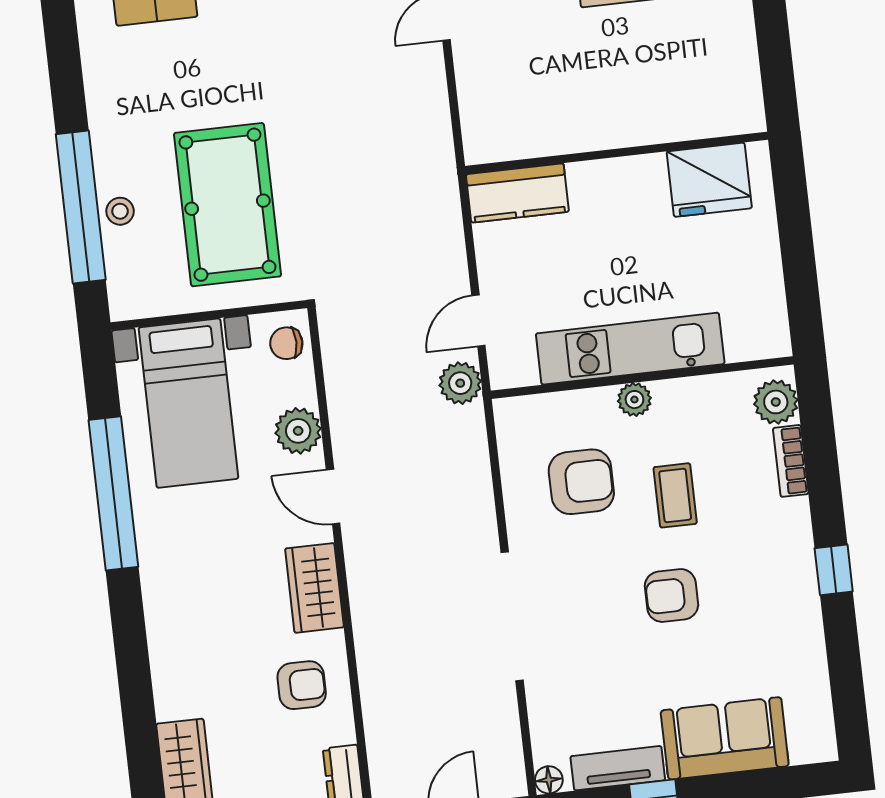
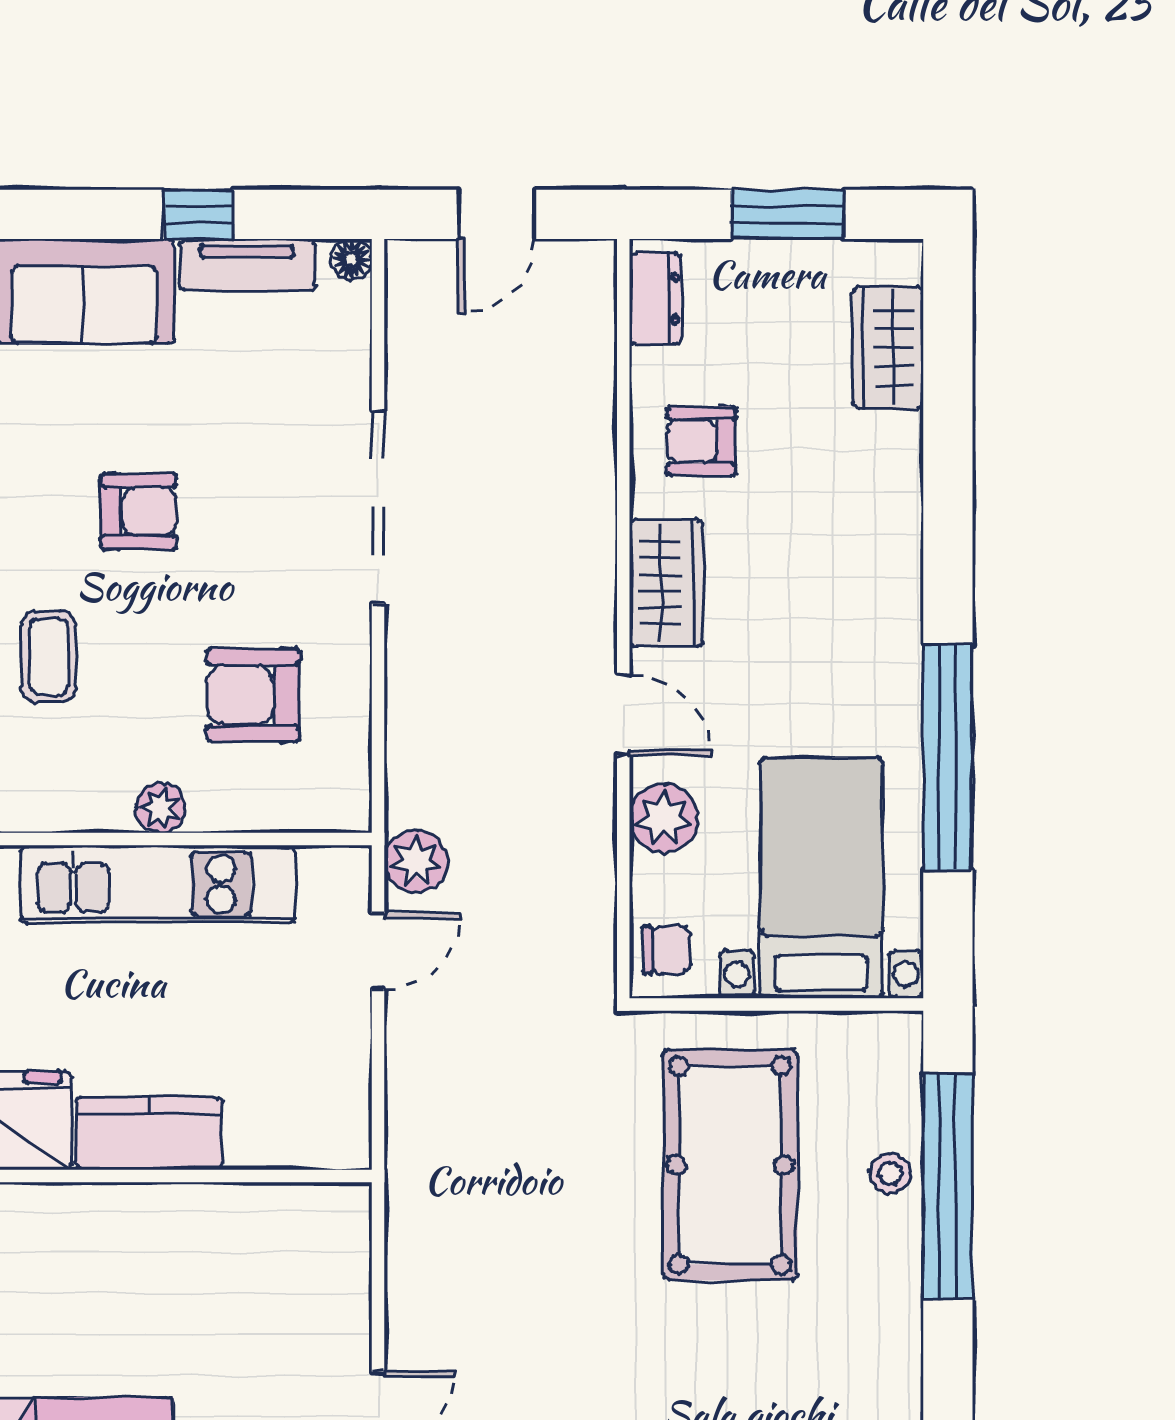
kitchen counter: (517, 193) -> (149, 1133), moved
coffee table: (675, 495) -> (49, 657), moved

